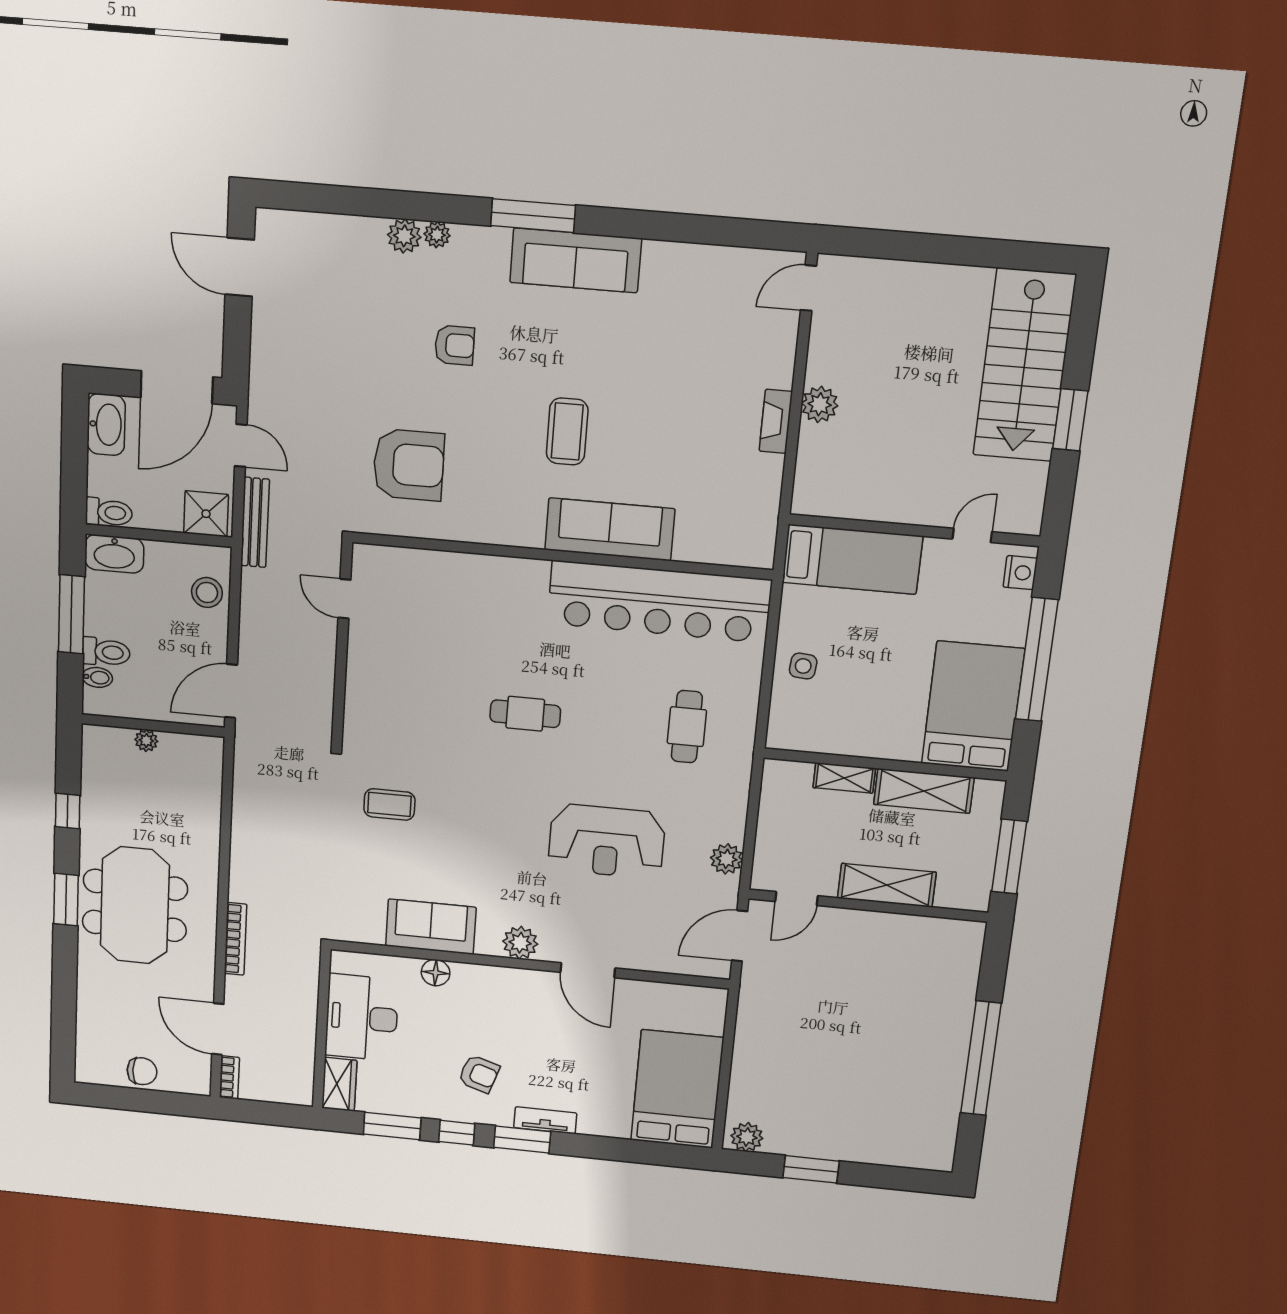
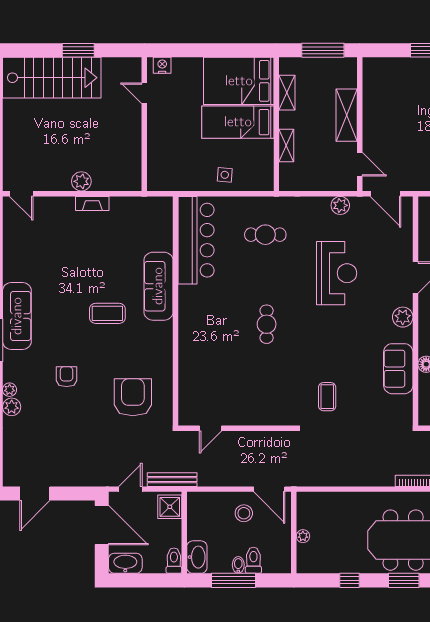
bed: (852, 559) -> (238, 122), moved, turned -90
stool: (207, 593) -> (244, 513), moved
bar counter: (659, 602) -> (196, 240), width x0.73
window: (1037, 660) -> (209, 50), removed
bidet: (97, 677) -> (238, 565), moved
shelving: (924, 791) -> (287, 93), width x0.67, depth x0.75

